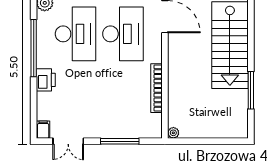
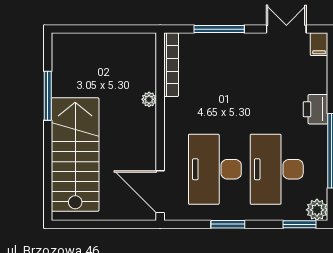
bookcase: (156, 88) -> (171, 65), moved
plant: (173, 133) -> (149, 99), moved

